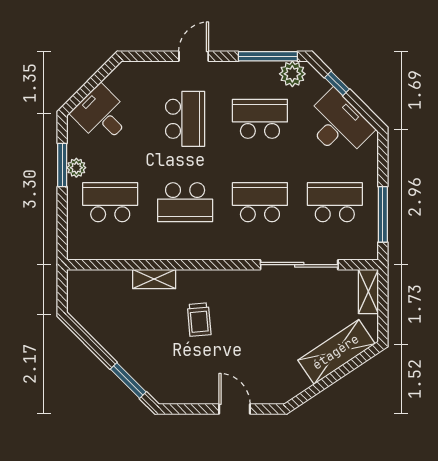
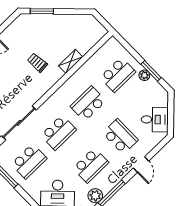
desk: (102, 115) -> (155, 120), moved
school desk: (185, 119) -> (120, 137), turned 180

